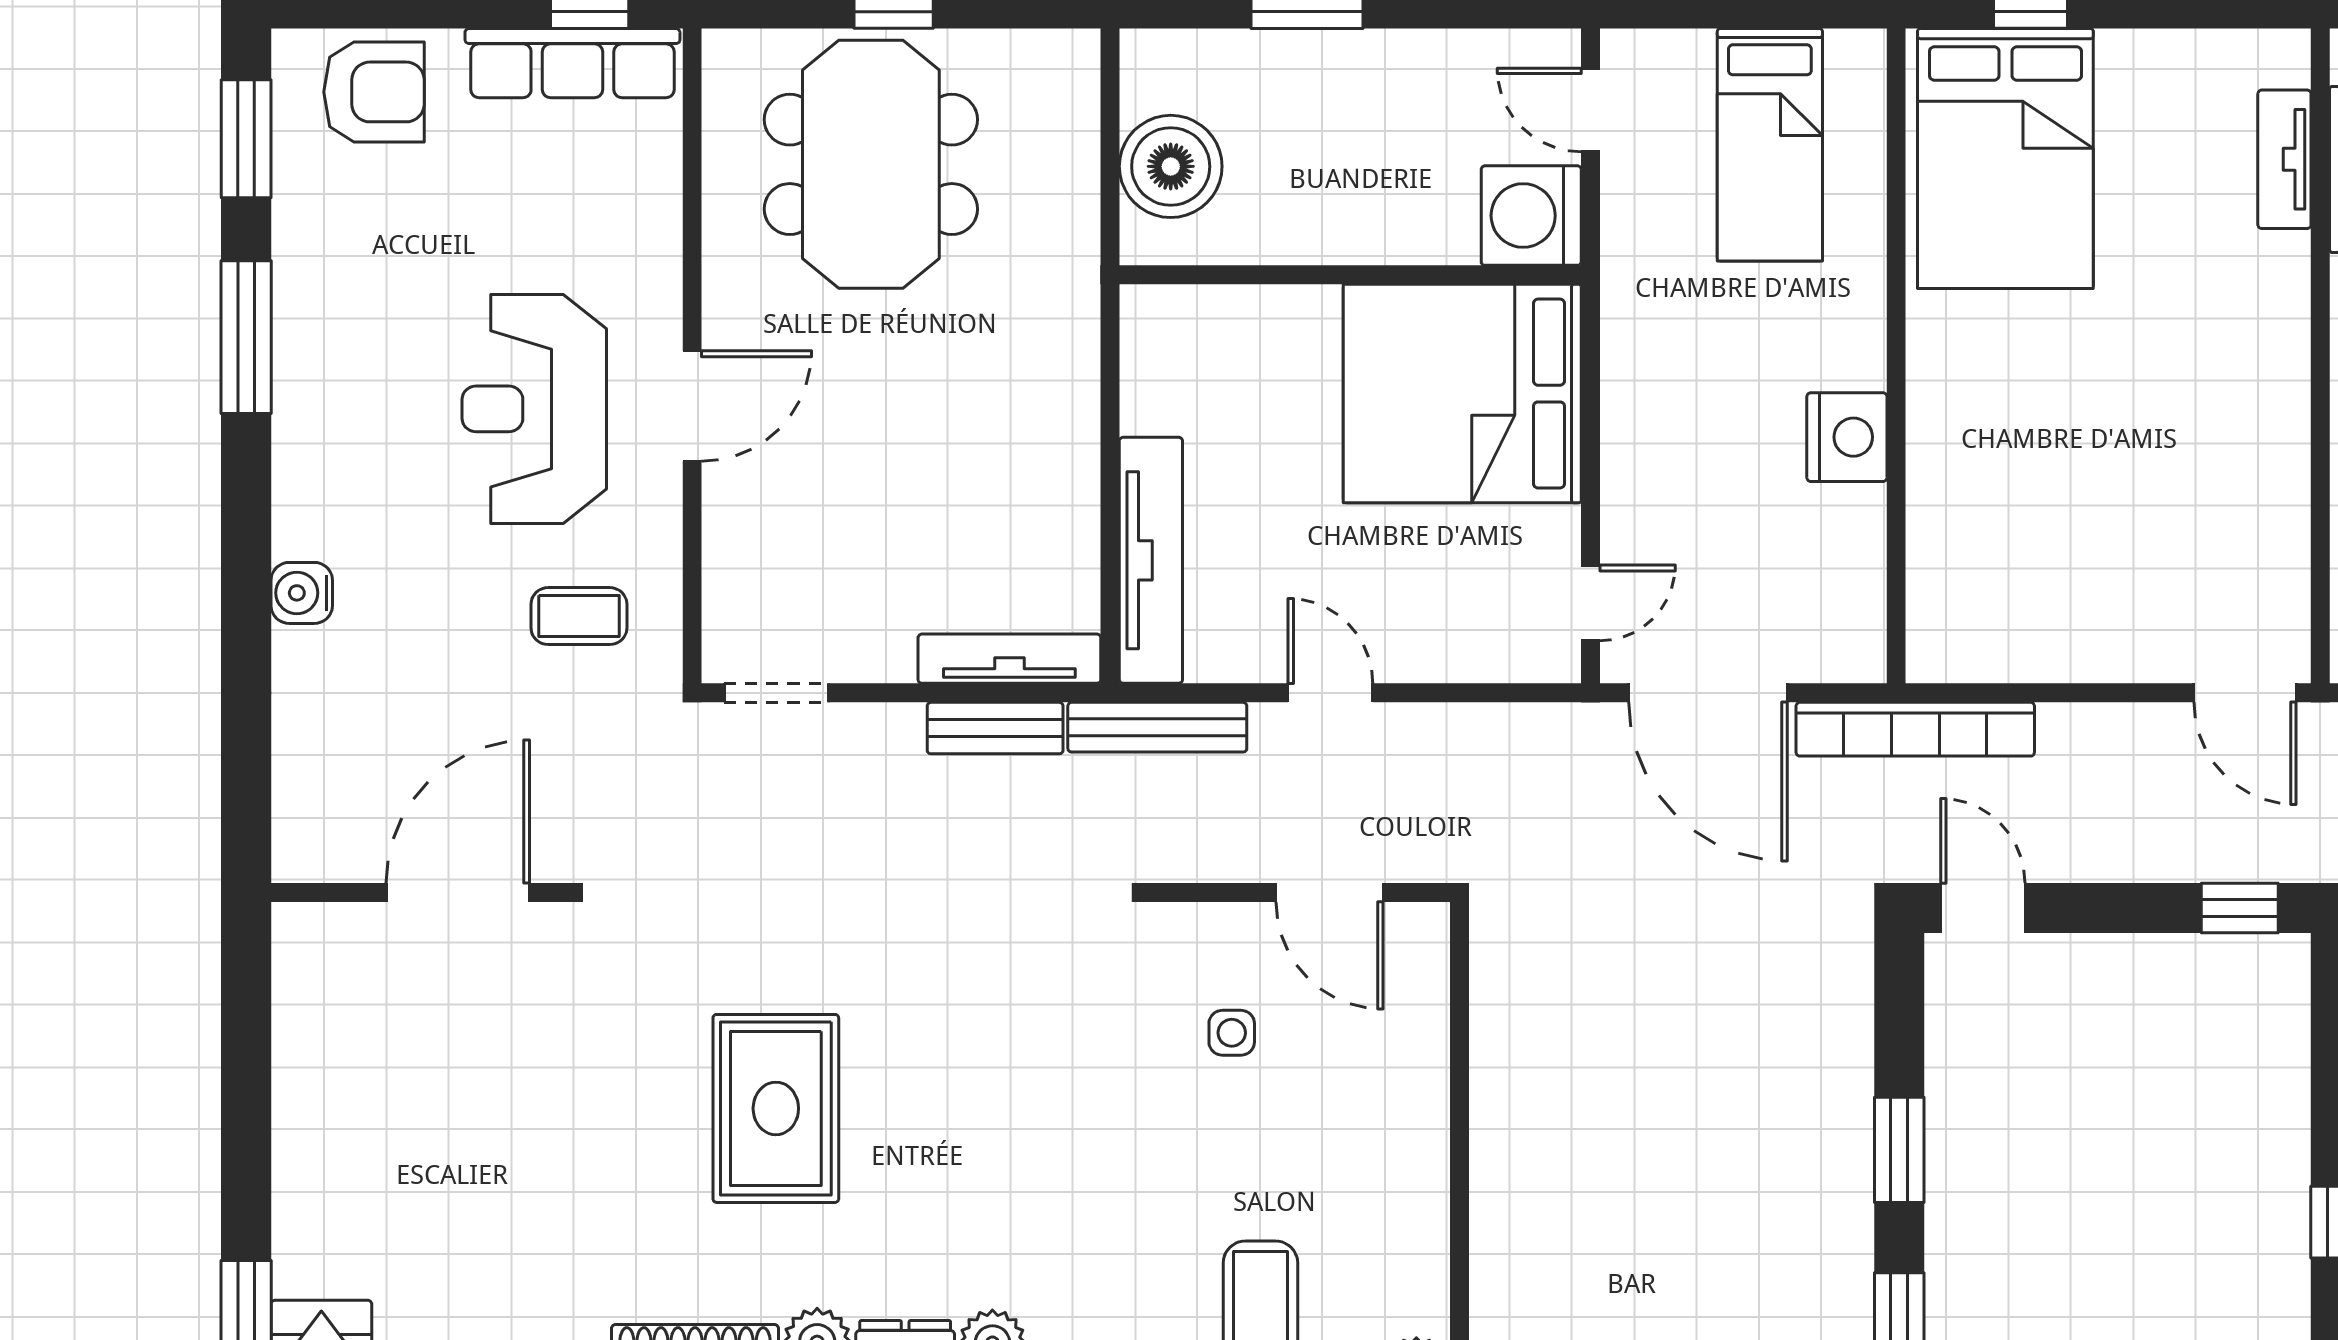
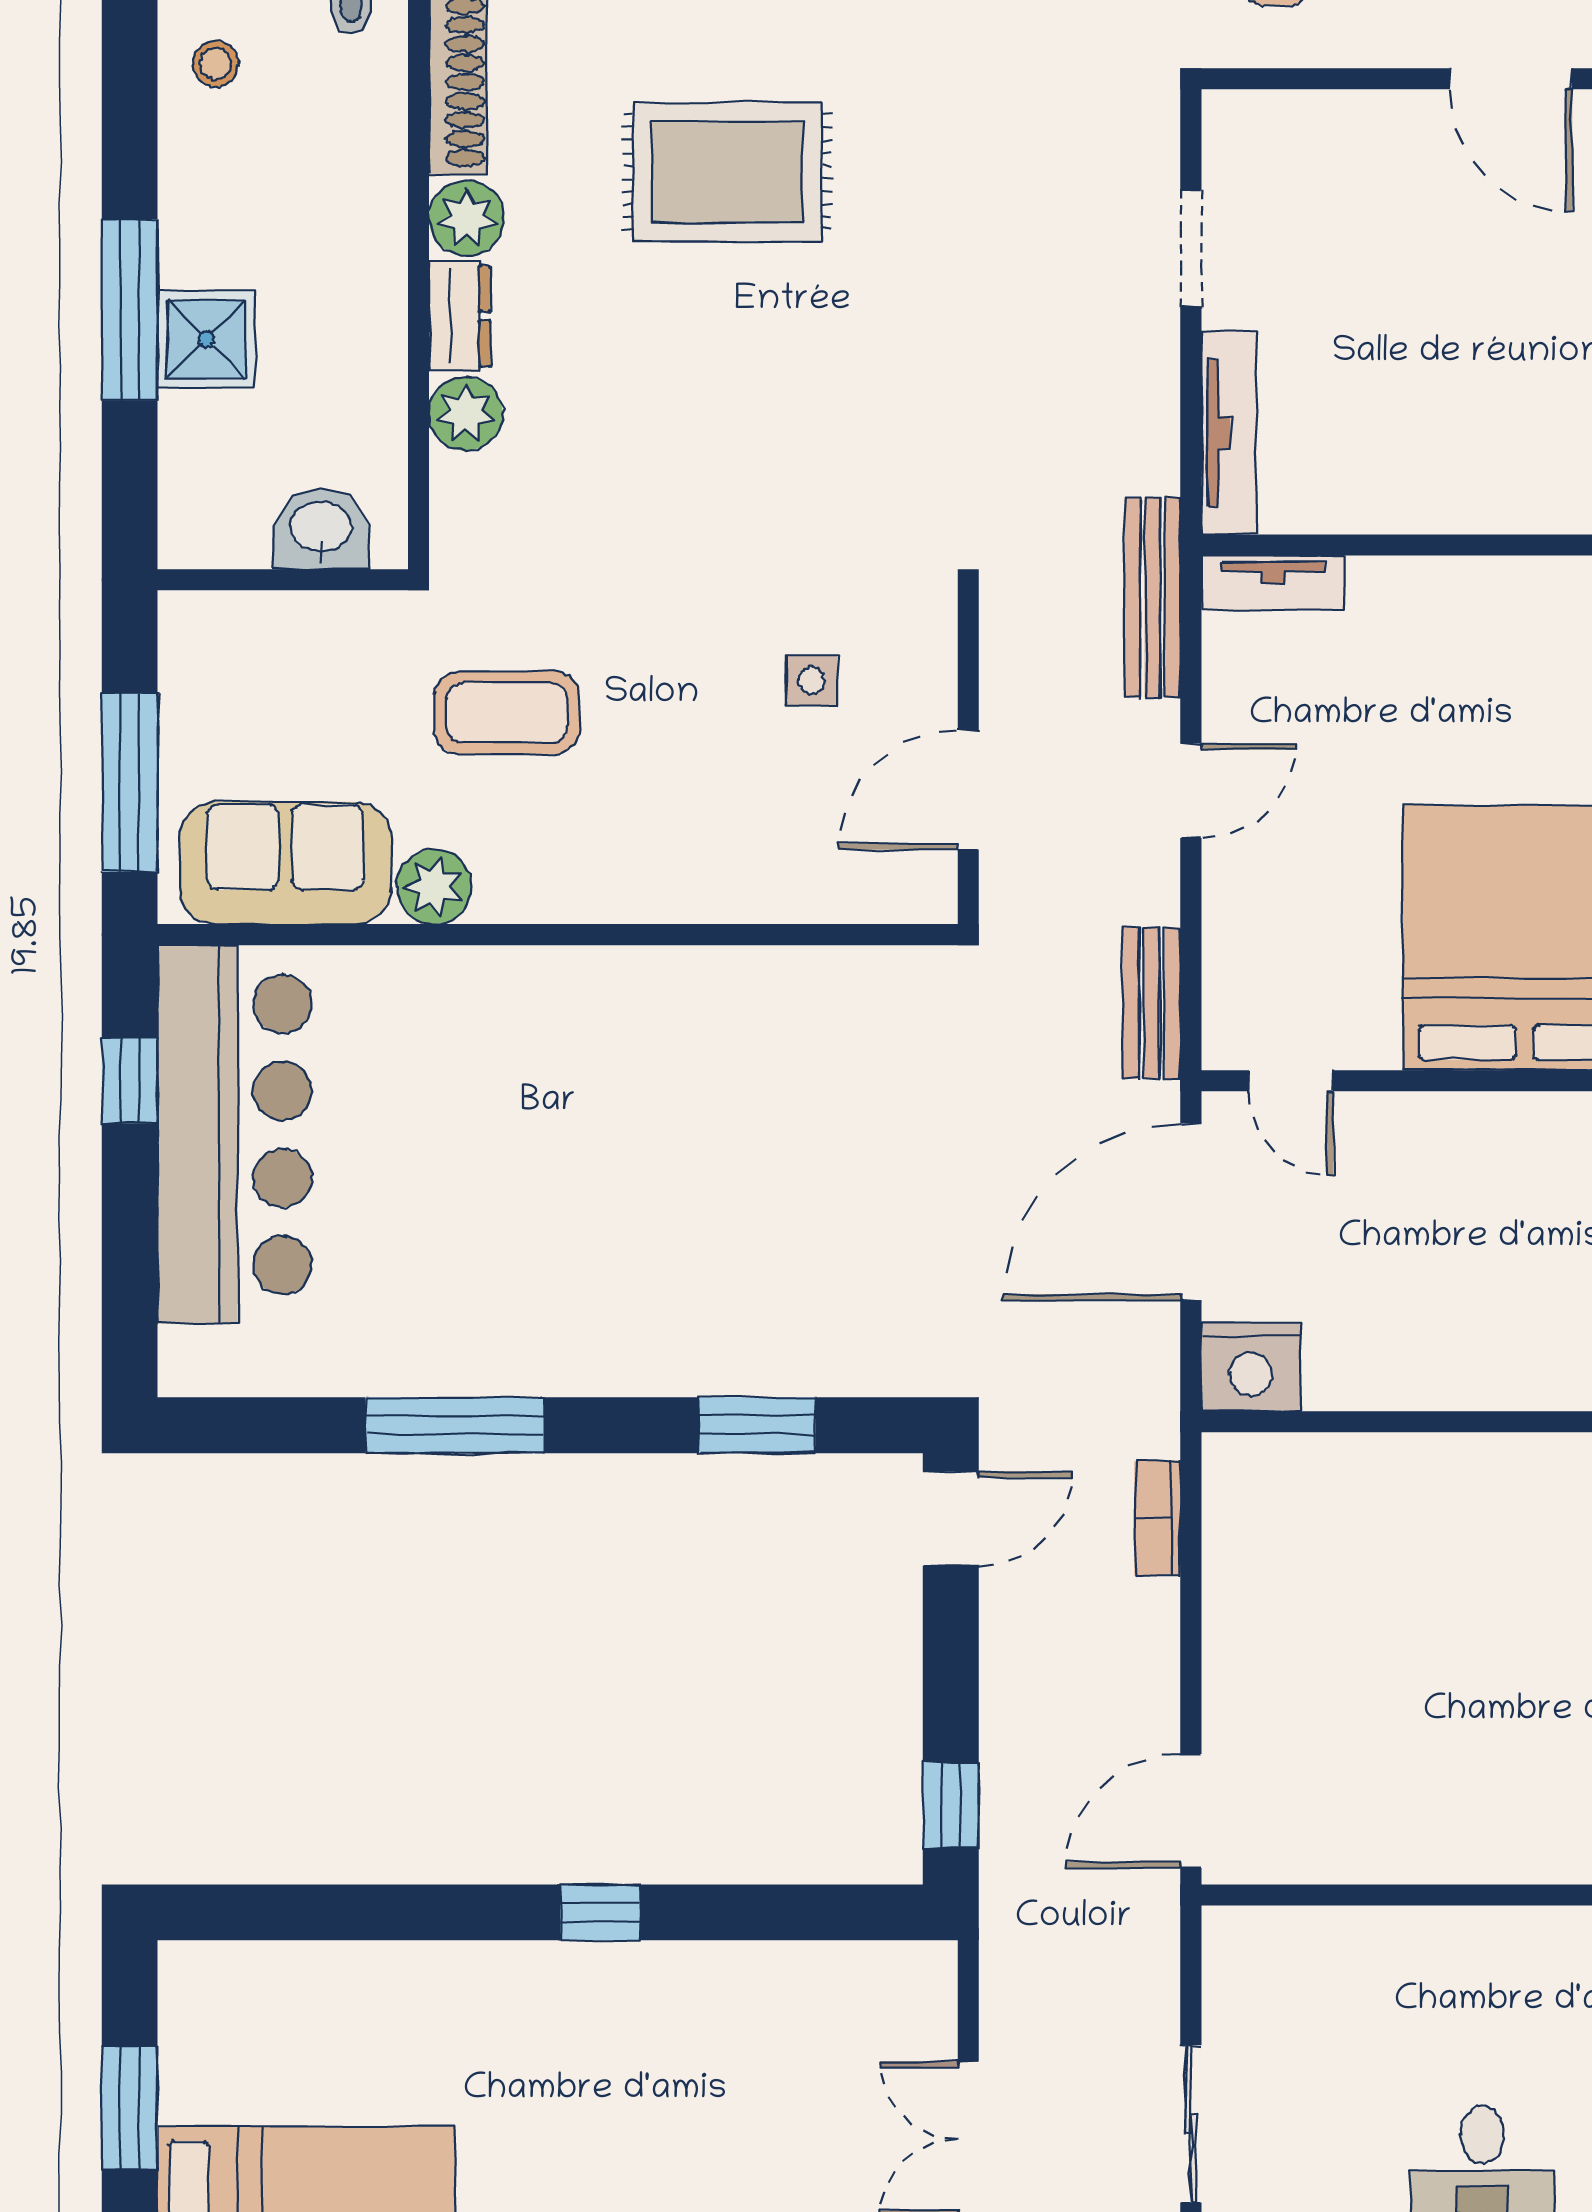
nightstand: (1847, 437) -> (1251, 1367), moved
tv unit: (1151, 560) -> (1273, 583), width x0.52, depth x0.78
doorway: (776, 693) -> (1191, 248), moved
bench: (995, 728) -> (1152, 1003), moved
bookcase: (1915, 729) -> (1157, 1518), width x0.43, depth x0.76
window: (1899, 1150) -> (757, 1425), moved

